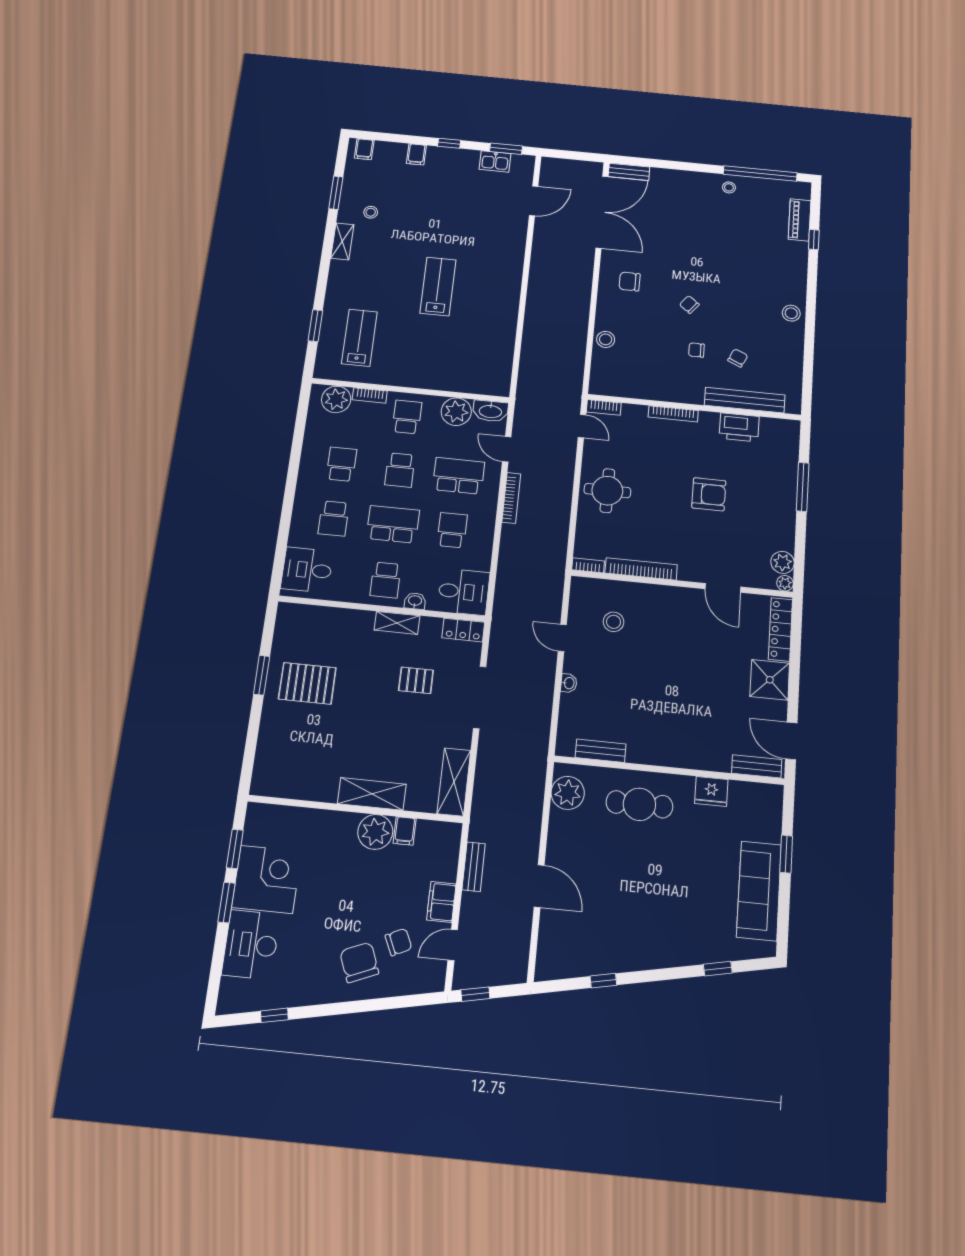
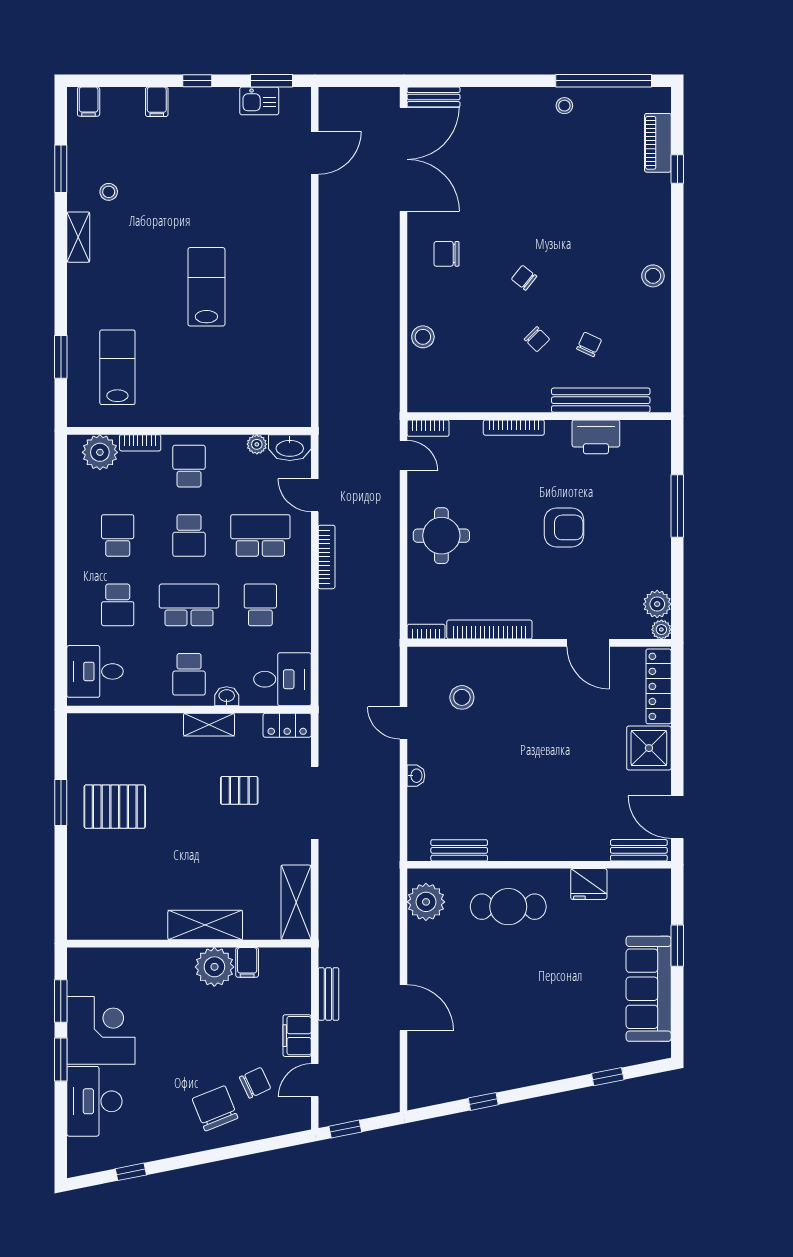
chair: (696, 350) -> (537, 339), turned -135
plant: (456, 412) -> (257, 444), width x0.53, depth x0.53

